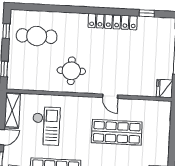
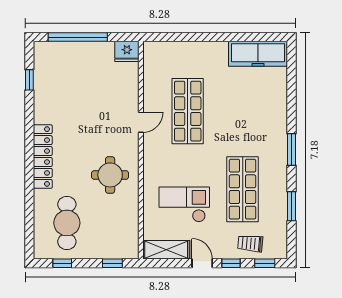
locker: (113, 22) -> (43, 157), moved

